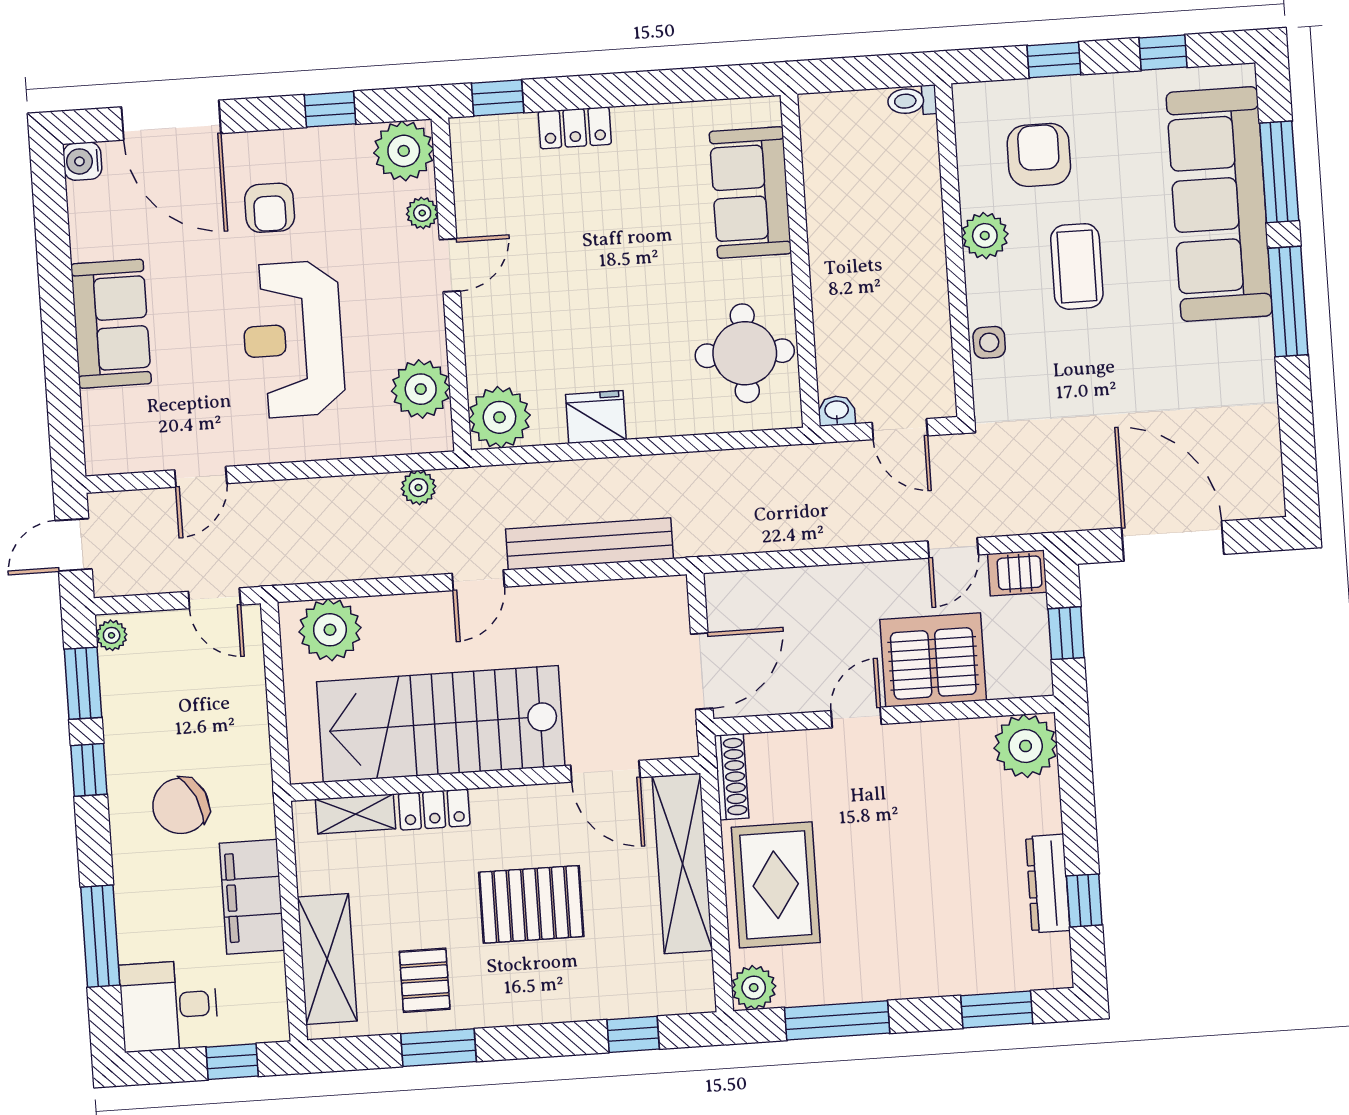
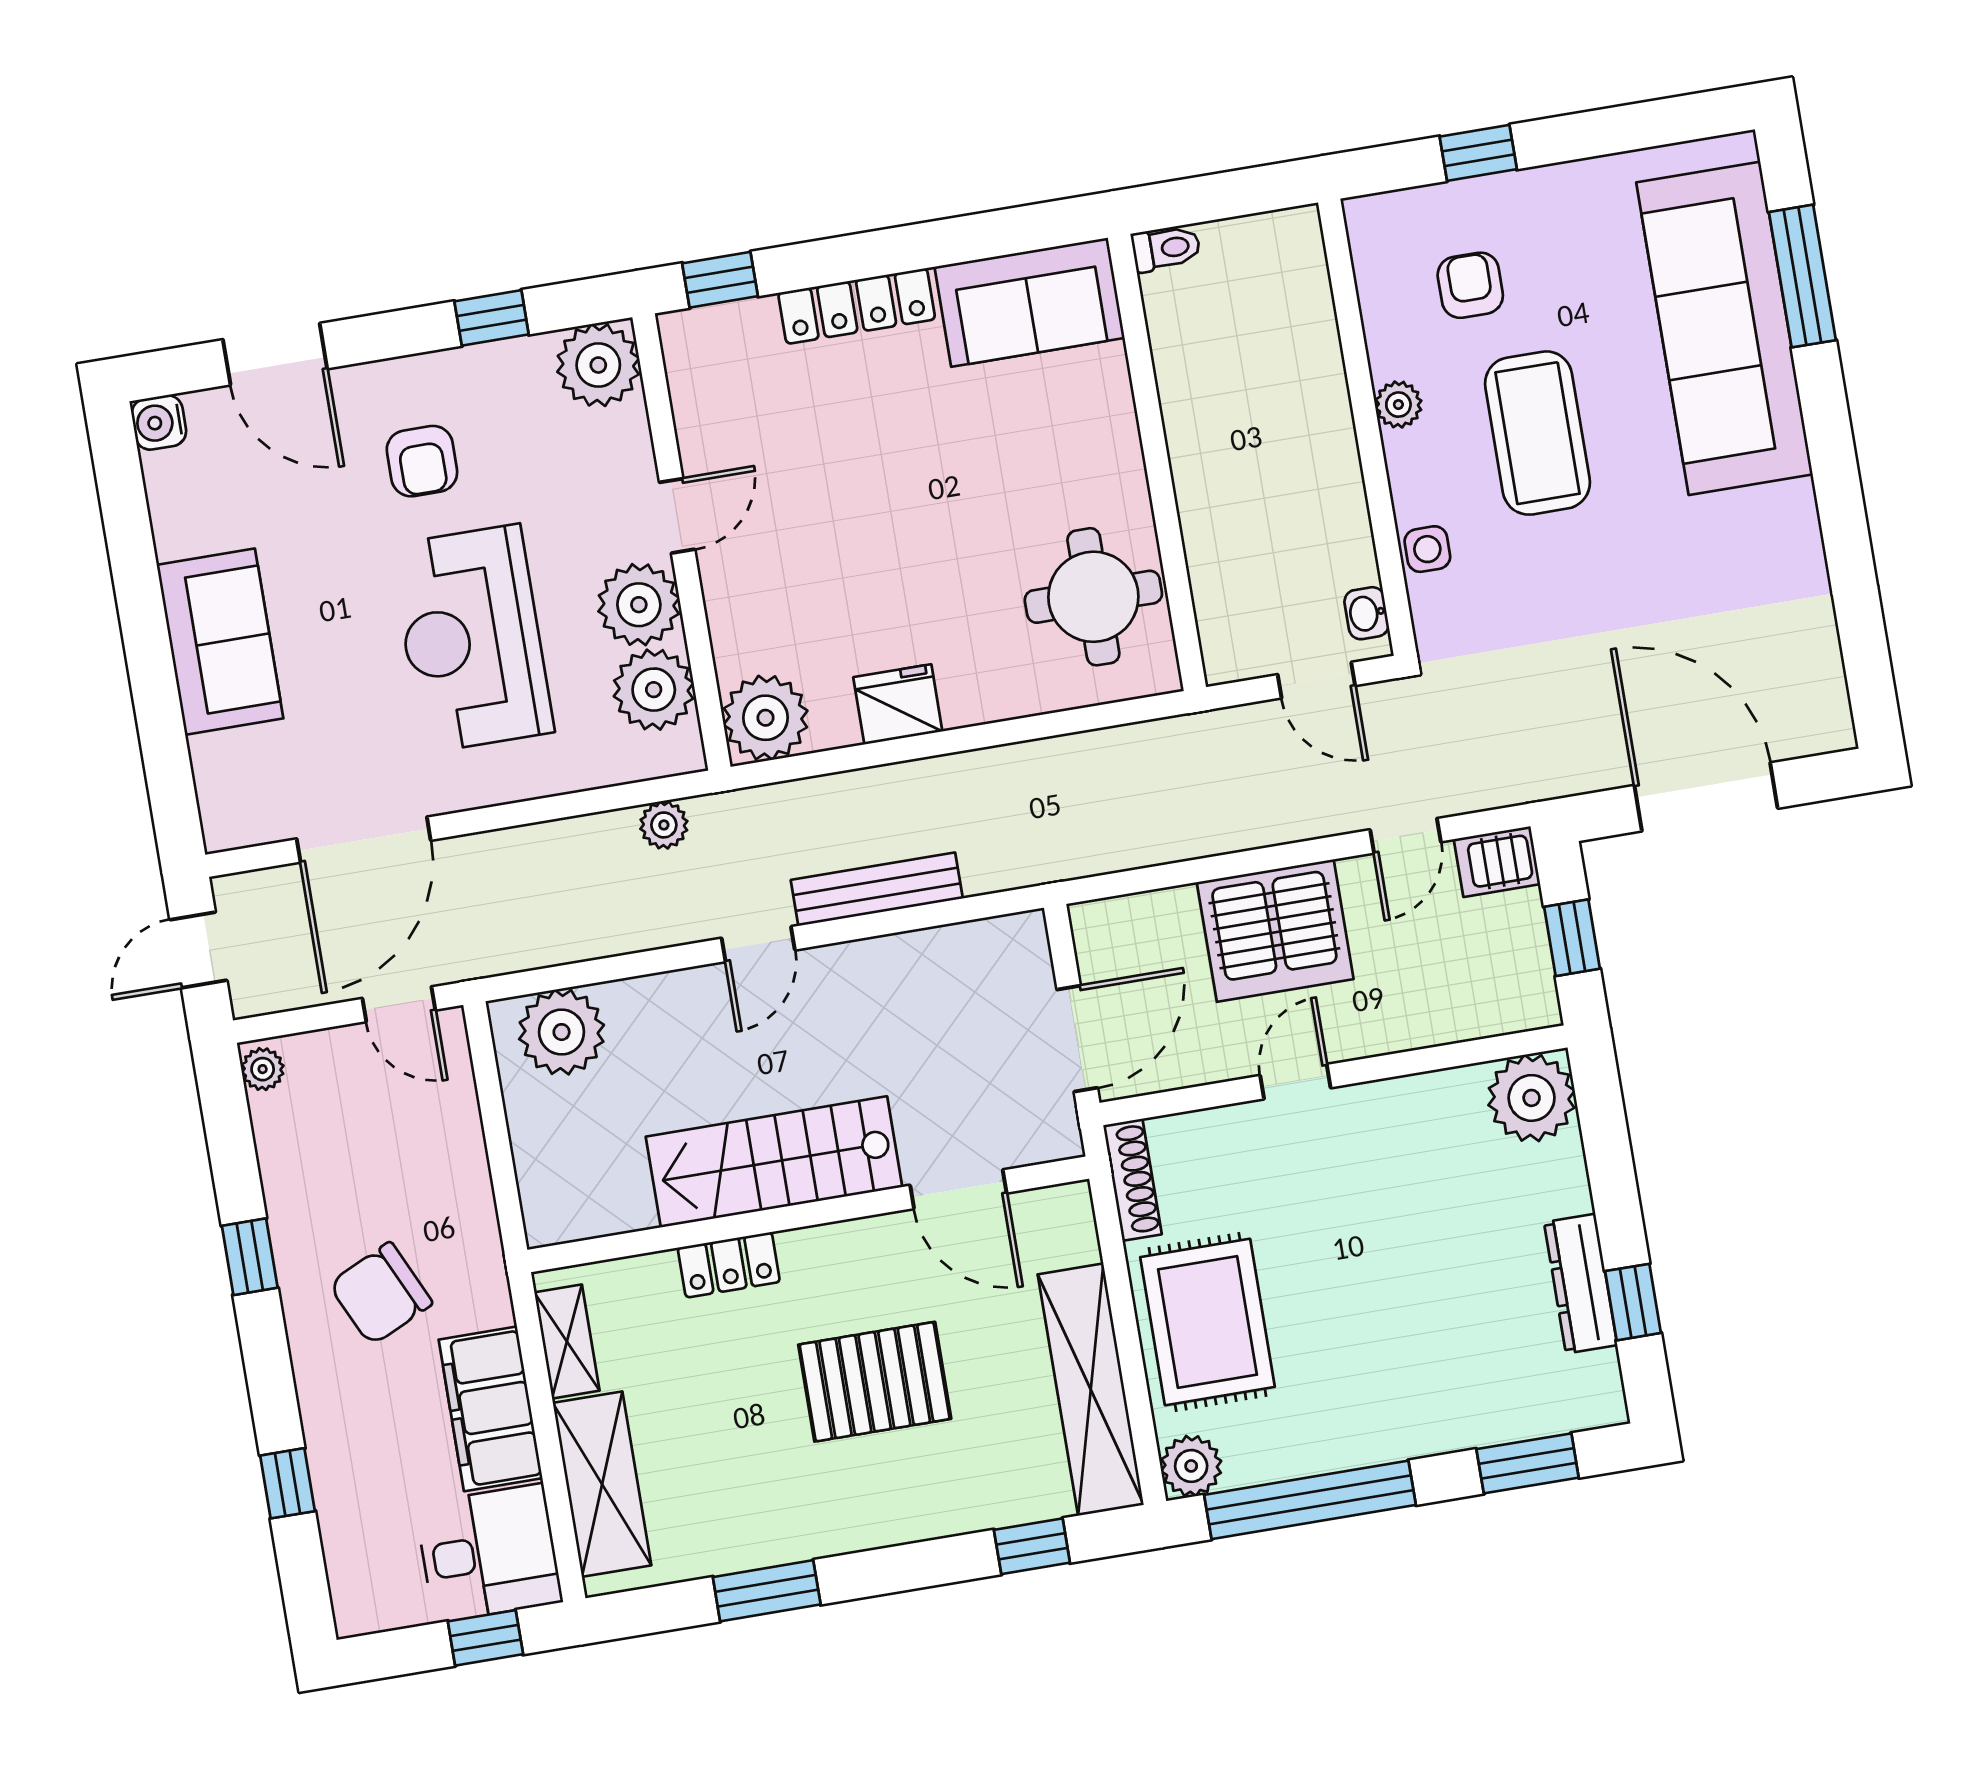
window: (1163, 53) -> (1627, 128), removed
toilet: (912, 101) -> (1166, 248), moved, turned 180
door: (171, 120) -> (275, 354), width x0.73
locker: (575, 128) -> (857, 306), width x1.53
armchair: (1039, 155) -> (1470, 285), width x0.72, depth x0.72
sofa: (750, 193) -> (1030, 302), moved, turned -90
plant: (422, 213) -> (639, 605), moved, width x1.88, depth x1.88
plant: (985, 236) -> (1398, 405), width x0.73, depth x0.73
coffee table: (1077, 266) -> (1537, 433), width x1.36, depth x1.32
window: (1288, 302) -> (1832, 453), removed
washbasin: (837, 411) -> (1367, 613), moved, turned -90
door: (201, 477) -> (364, 840), width x1.88
bench: (590, 544) -> (877, 889), width x0.73, depth x0.82
server rack: (933, 660) -> (1275, 931), moved, turned 180
window: (83, 683) -> (230, 1139), removed
stairs: (441, 724) -> (774, 1162), width x0.73, depth x0.66
shelving: (356, 814) -> (567, 1342), moved, turned 90
shelving: (682, 864) -> (1091, 1390), moved
window: (100, 936) -> (288, 1483), width x0.46
pallet: (425, 980) -> (739, 1500), removed
desk: (169, 1006) -> (489, 1553), moved, turned 180
window: (837, 1020) -> (1310, 1500), width x1.46

